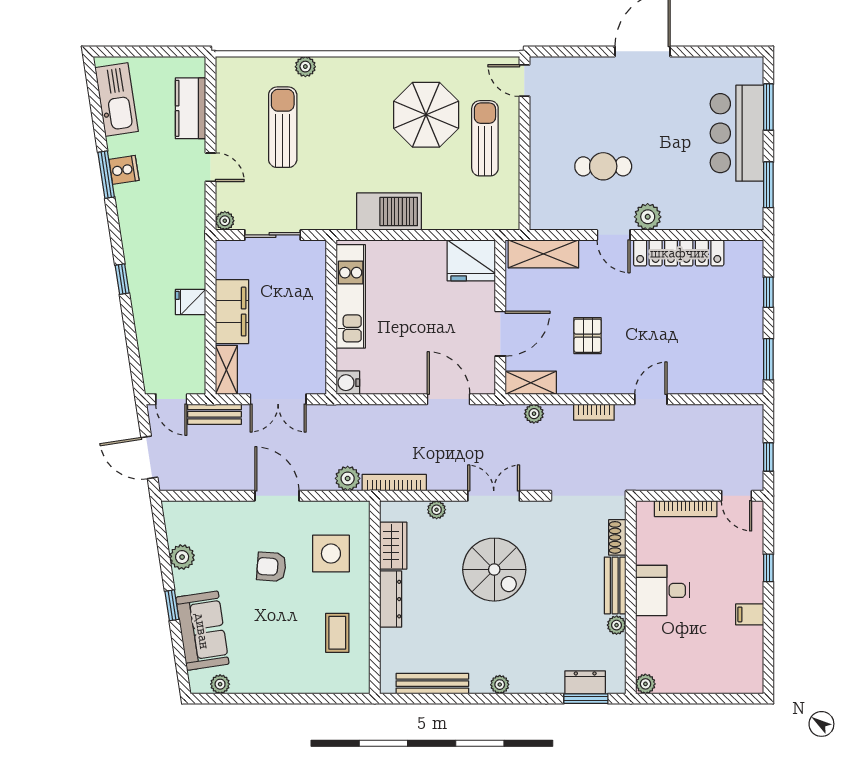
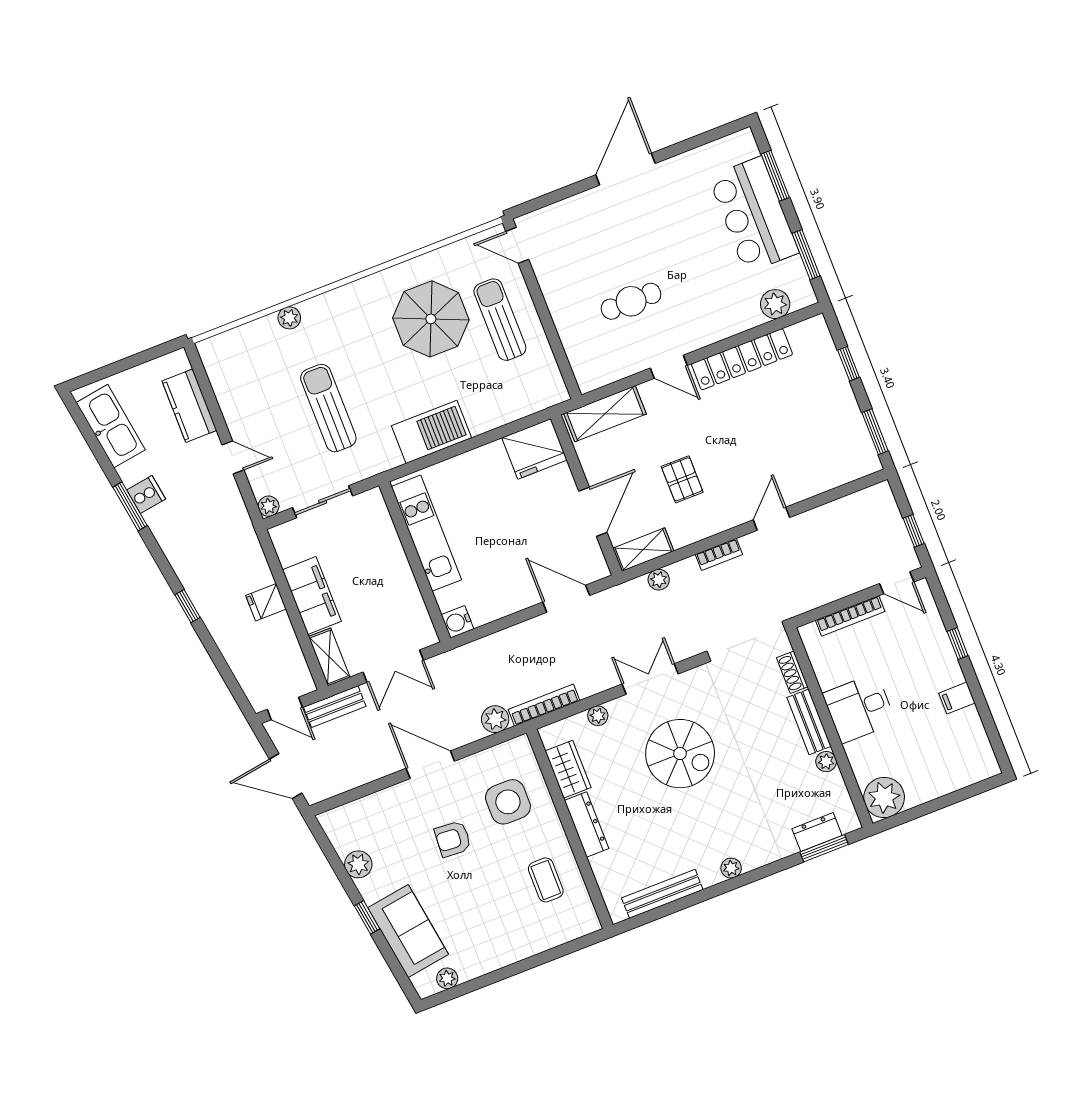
sun lounger: (283, 127) -> (328, 408), moved
plant: (648, 217) -> (775, 304), moved
plant: (645, 684) -> (884, 798), width x1.87, depth x1.87

